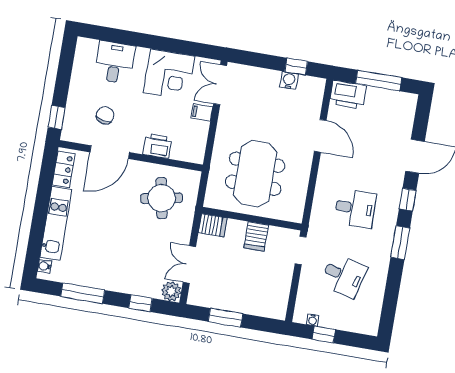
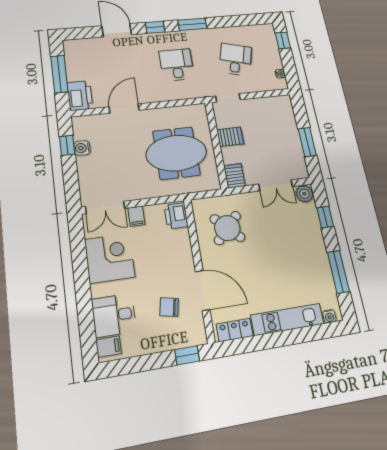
filing cabinet: (89, 49) -> (109, 347), added
printer: (157, 146) -> (176, 216), moved
round table: (162, 198) -> (227, 228), turned -35
window: (324, 334) -> (283, 40), moved

